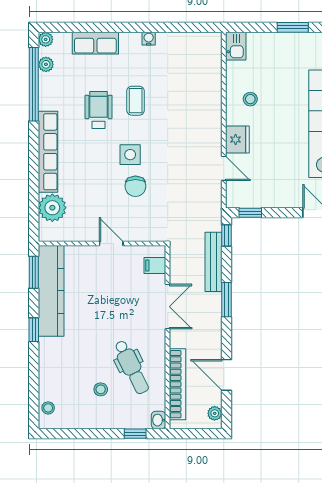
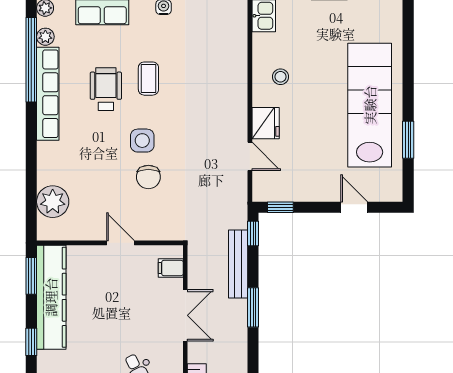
row of seats: (48, 152) -> (48, 94), moved

